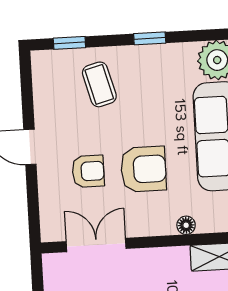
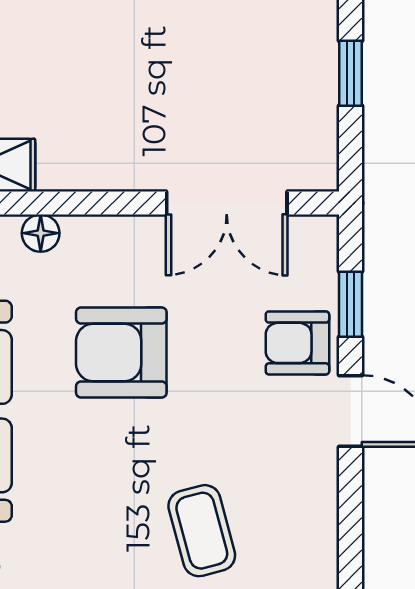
armchair: (88, 171) -> (297, 343), moved
window: (33, 199) -> (351, 304), added

